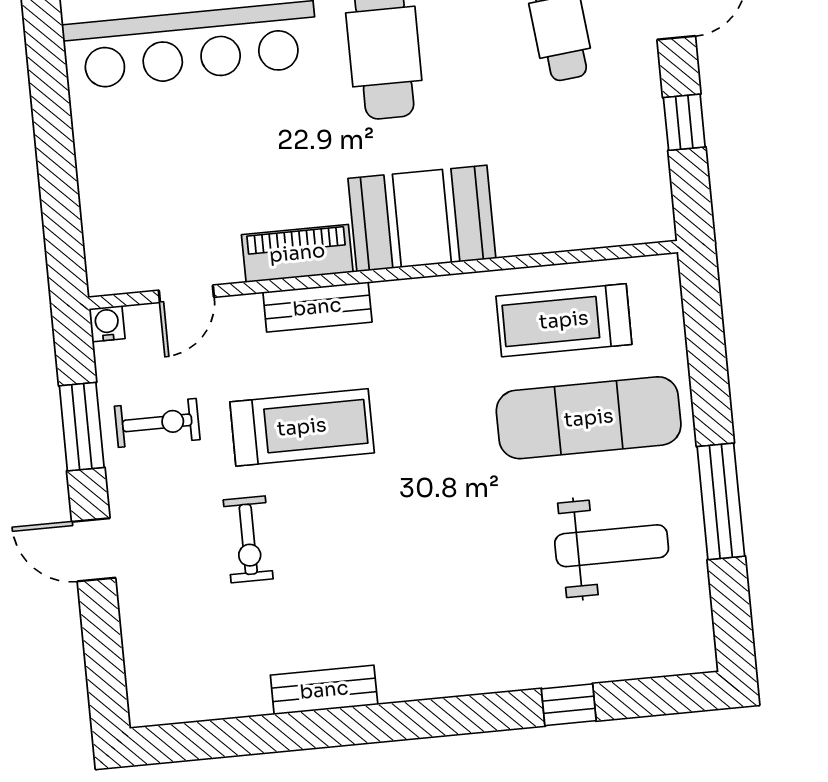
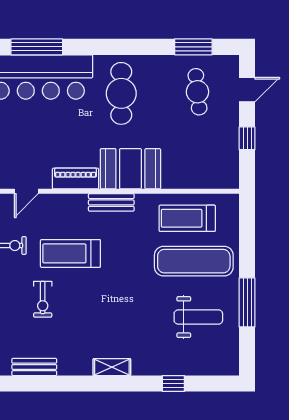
bench: (317, 307) -> (111, 202), moved
treadmill: (302, 427) -> (70, 253), turned 180
shelving: (423, 681) -> (112, 367), added
bench: (324, 690) -> (34, 367), moved

